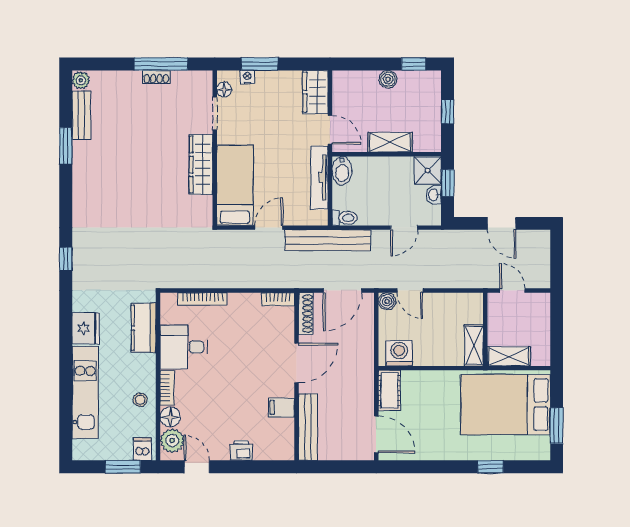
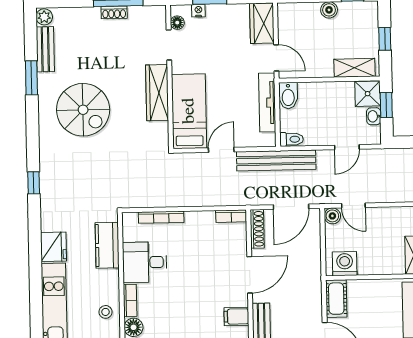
shelving: (390, 142) -> (355, 68), moved
spiral stairs: (121, 181) -> (83, 110), added

